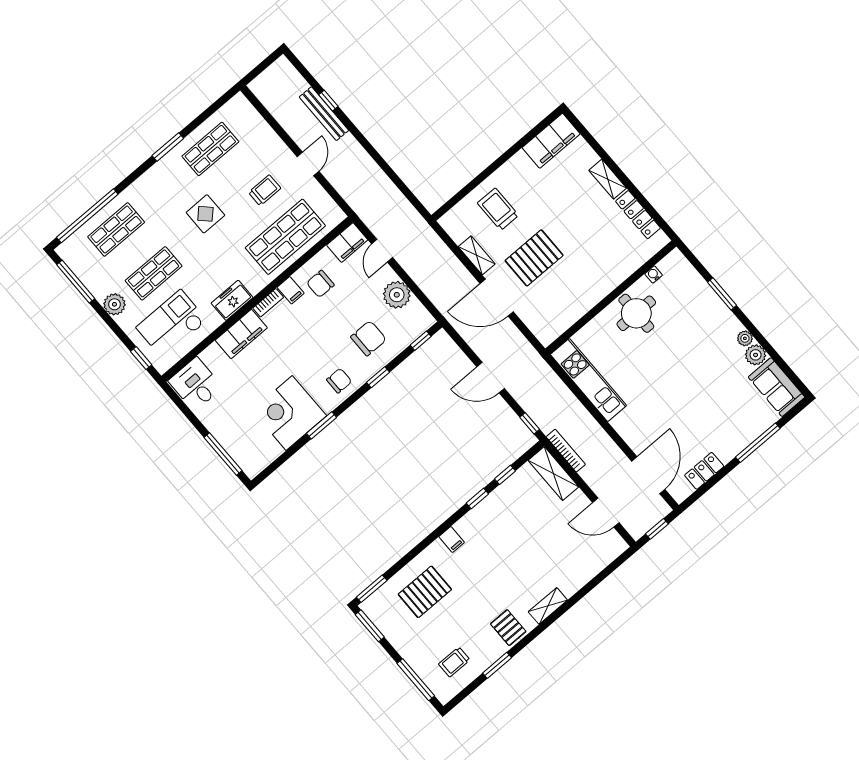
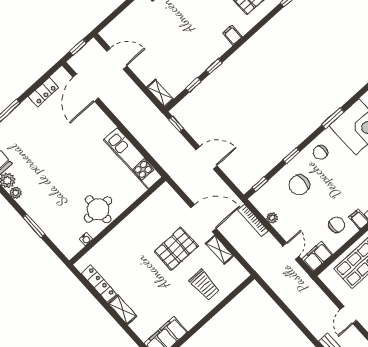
plant: (397, 295) -> (272, 218), width x0.53, depth x0.53
bookcase: (566, 451) -> (253, 220), moved
shelving: (553, 474) -> (160, 93), width x0.67, depth x0.75

